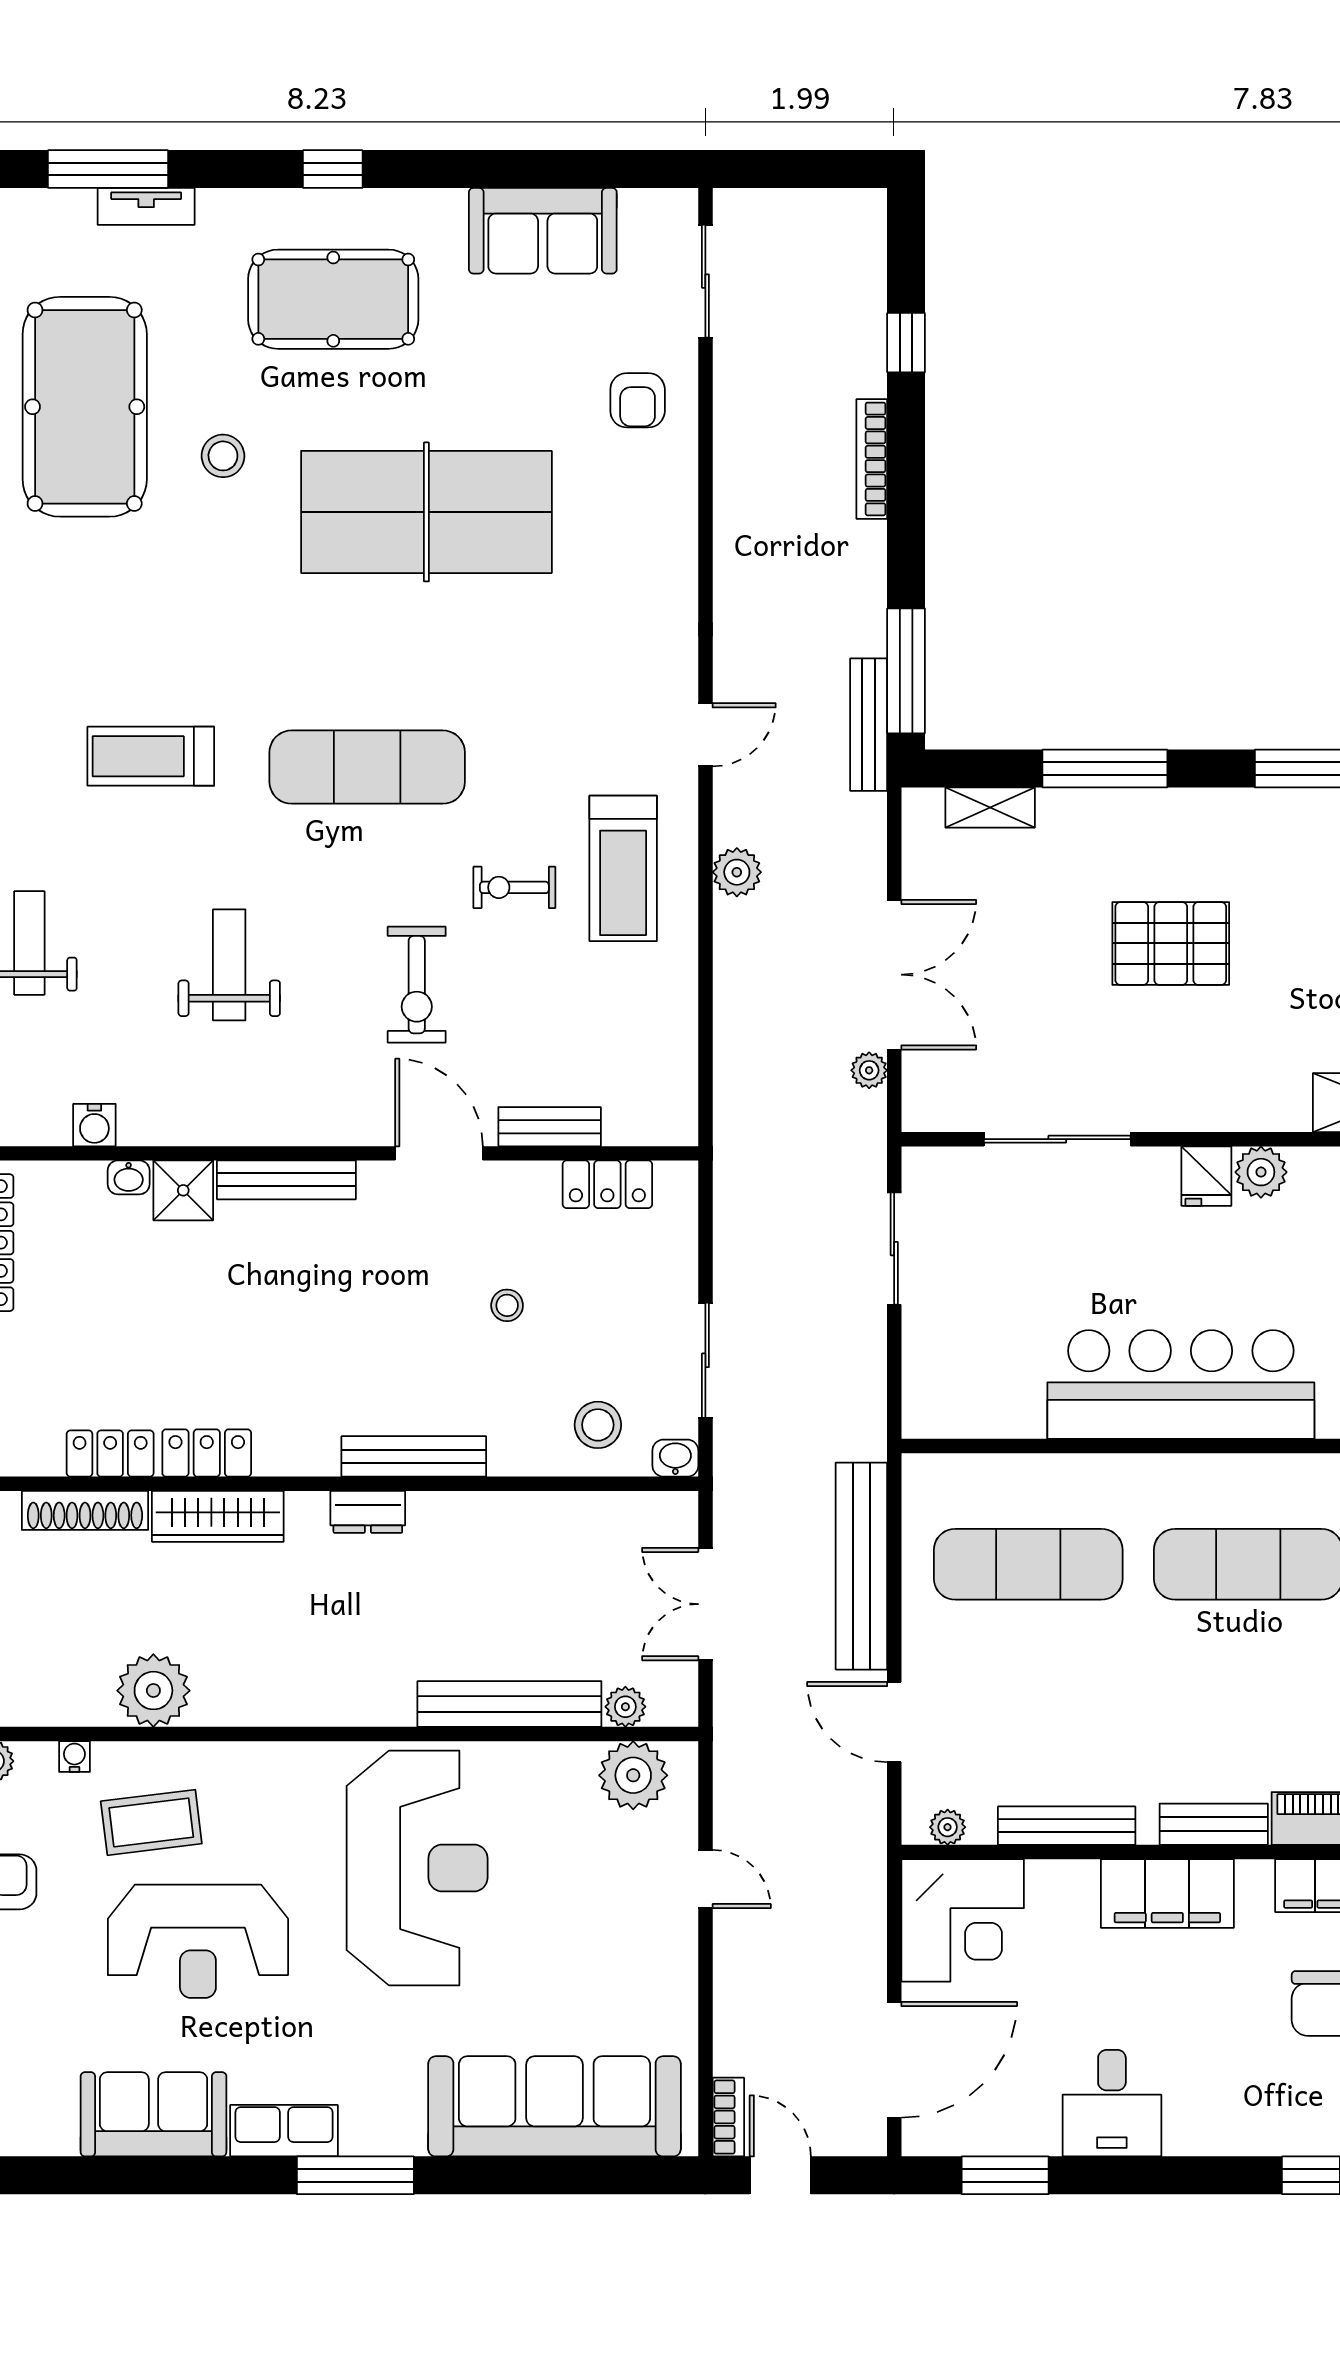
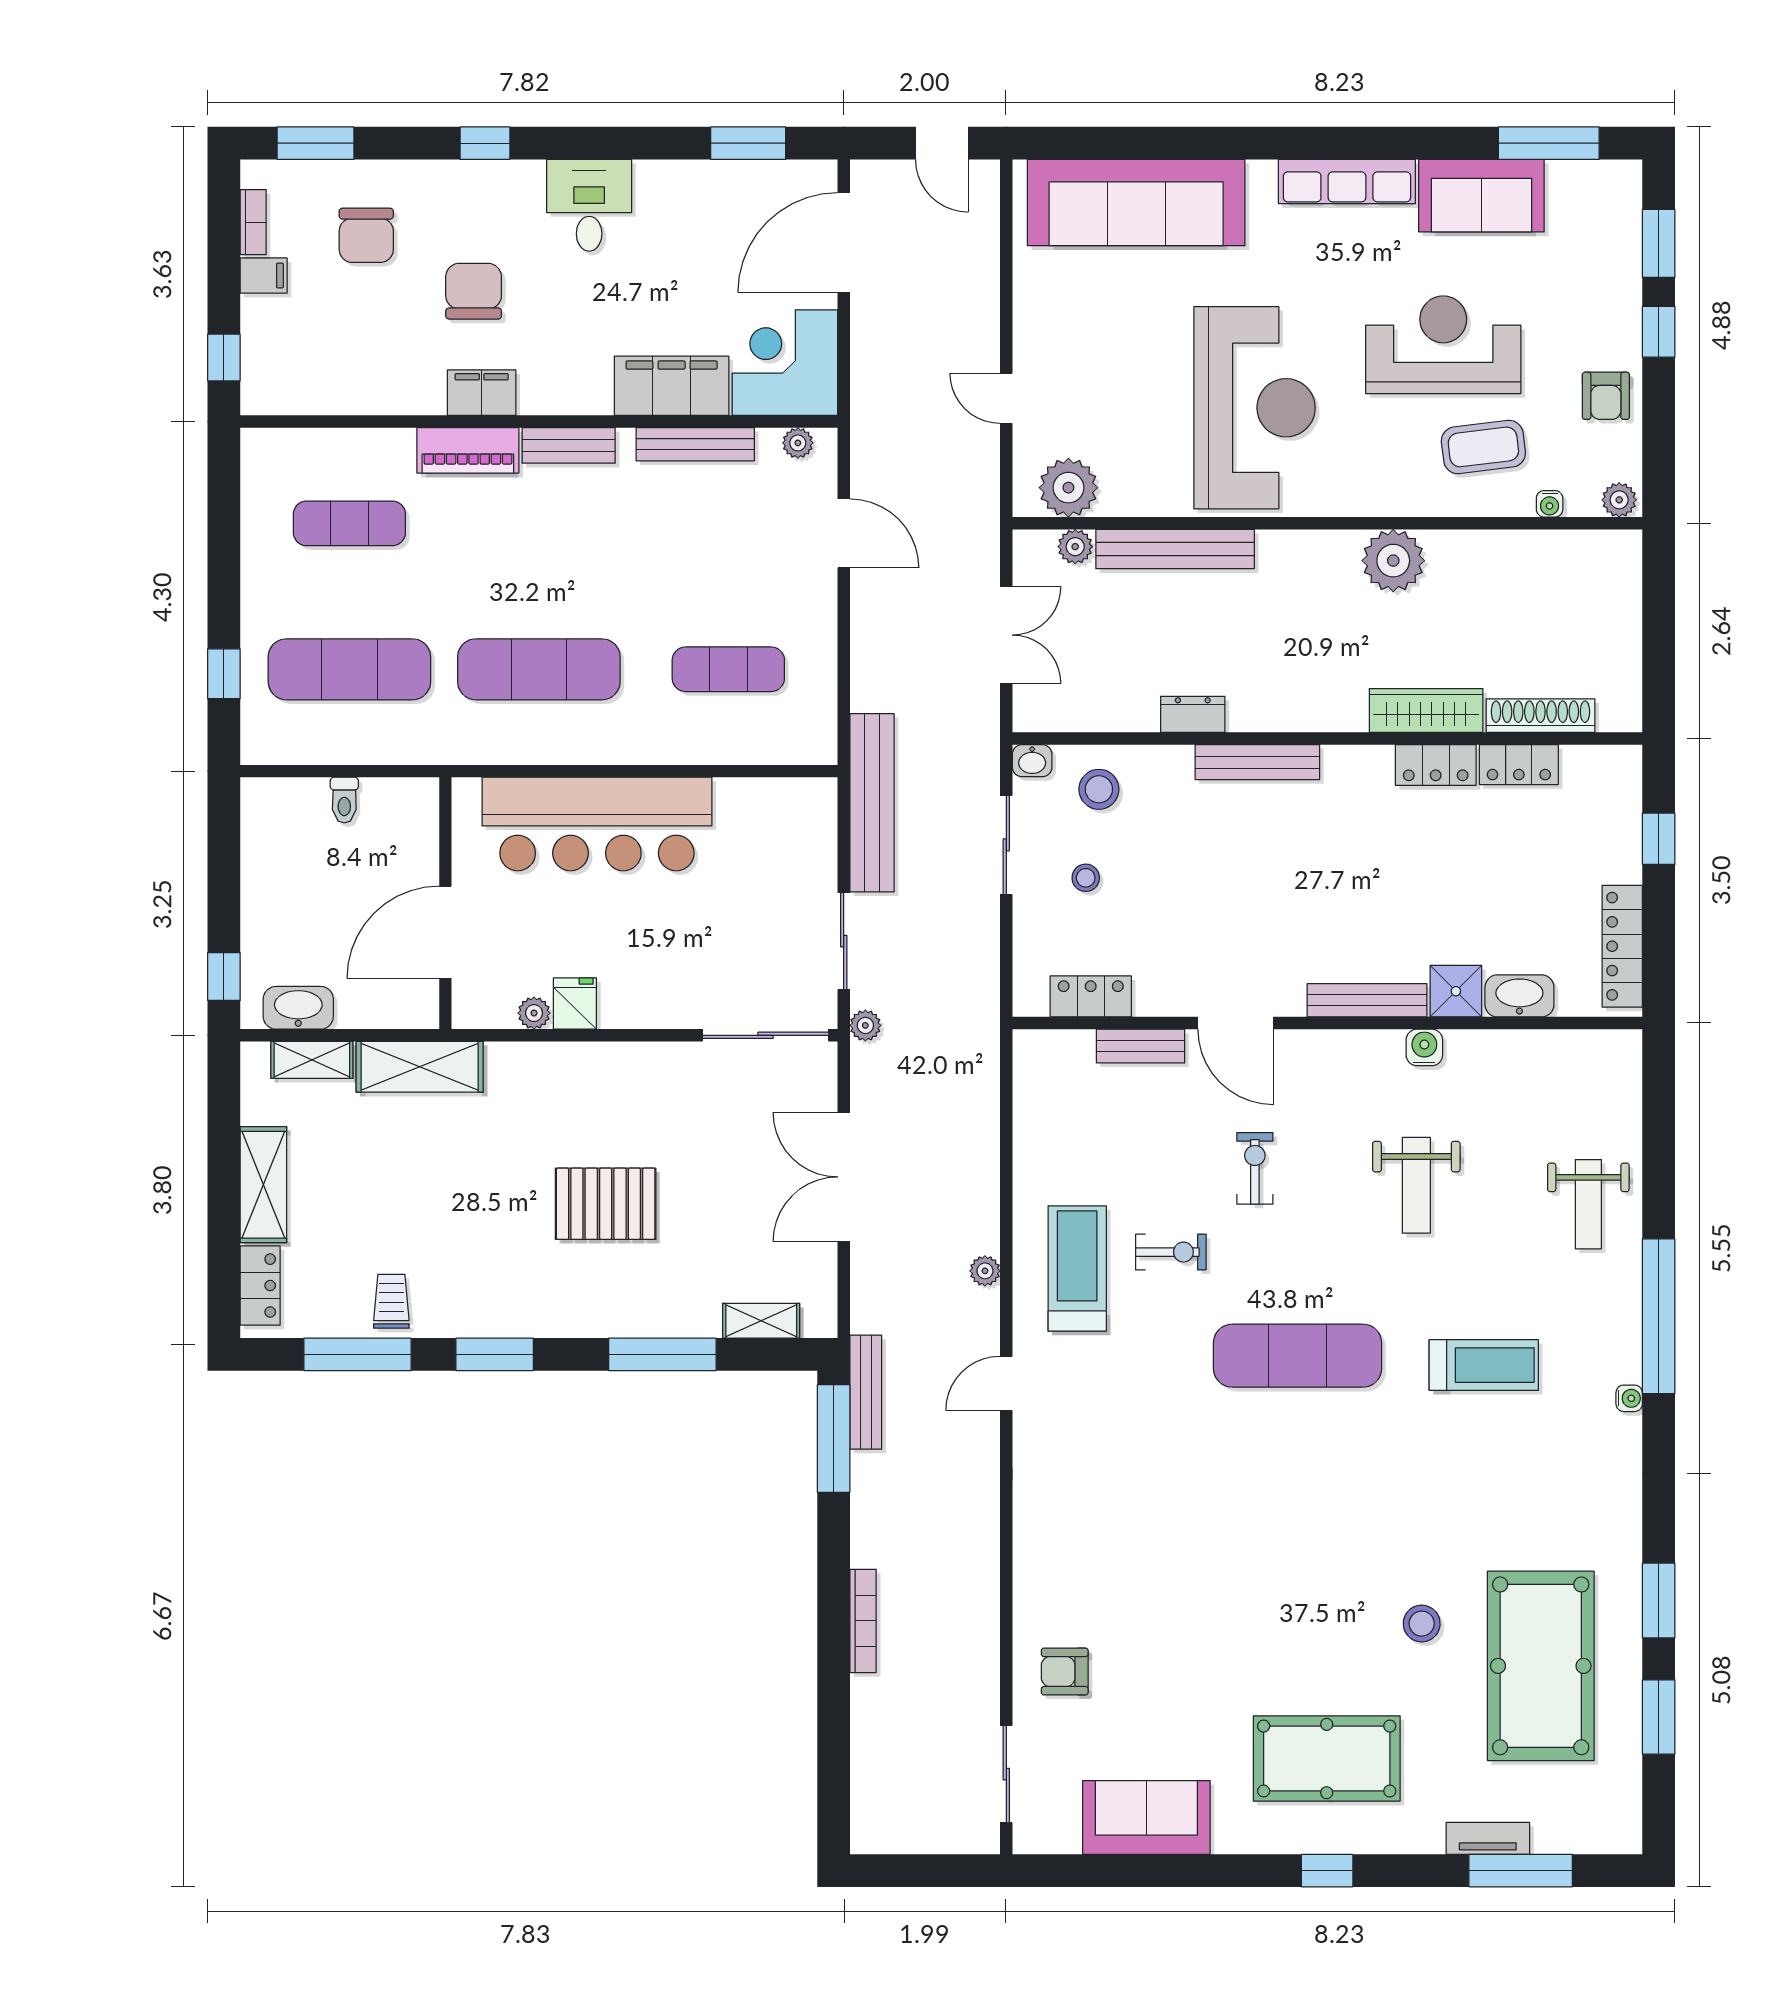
window: (906, 343) -> (834, 1721), removed
armchair: (638, 400) -> (1065, 1672), turned -90
table tennis table: (426, 512) -> (1246, 1575), removed
plant: (737, 872) -> (985, 1271), width x0.73, depth x0.73
exercise bike: (417, 985) -> (1255, 1168), width x0.73, depth x0.72
plant: (869, 1070) -> (865, 1025), moved
water cooler: (94, 1125) -> (1424, 1047), moved
sliding door: (1057, 1139) -> (766, 1035), moved
plant: (1261, 1172) -> (534, 1013), width x0.73, depth x0.73
washbasin: (129, 1177) -> (1519, 996), width x1.91, depth x1.45
stool: (507, 1305) -> (1086, 878), moved
dresser: (368, 1512) -> (1193, 714), moved
exercise mat: (1028, 1564) -> (728, 669), width x0.73, depth x0.69
bench: (861, 1566) -> (872, 803), moved
plant: (153, 1691) -> (1393, 561), moved
reception desk: (417, 1868) -> (1255, 408), turned 180
filing cabinet: (1167, 1894) -> (672, 386), moved
desk: (1112, 2103) -> (589, 205), moved
bookcase: (728, 2117) -> (987, 193), removed
row of seats: (284, 2131) -> (1347, 182), width x1.48
window: (355, 2175) -> (1549, 143), moved

